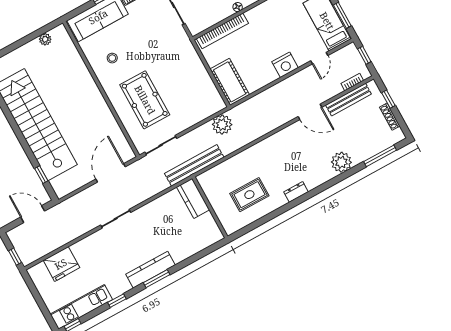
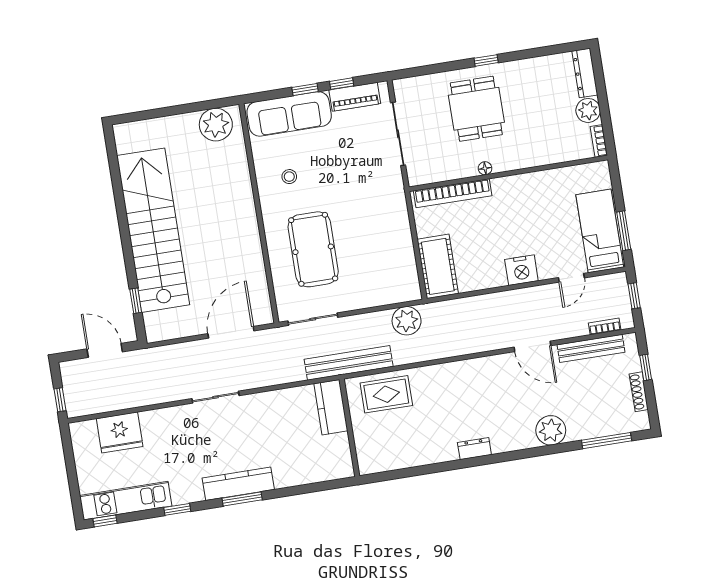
plant: (45, 39) -> (216, 125), width x1.87, depth x1.87
rug: (249, 195) -> (386, 394), moved

